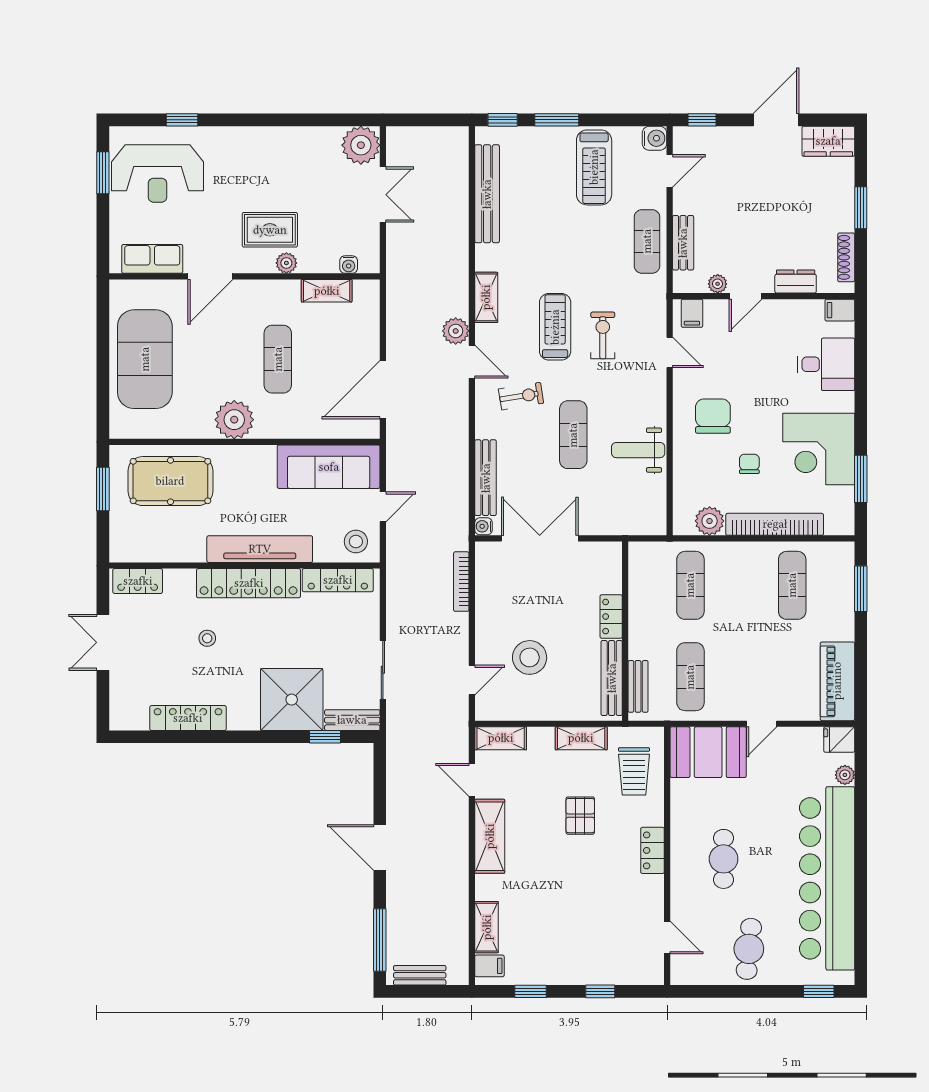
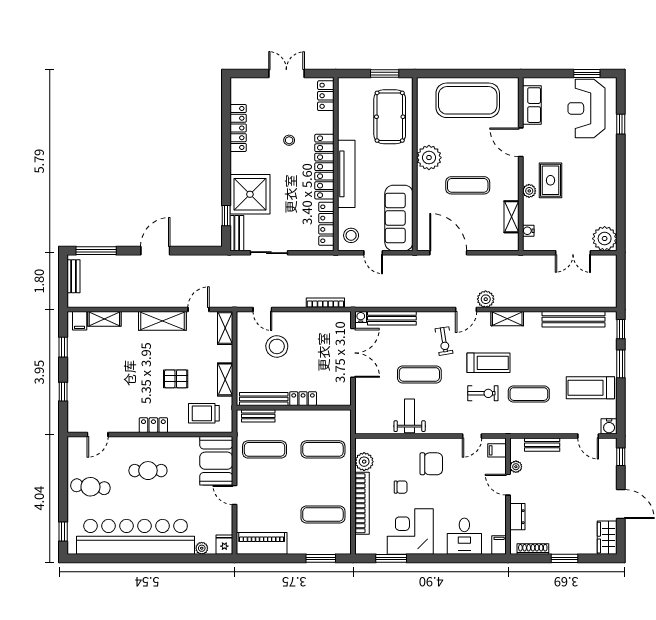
exercise mat: (647, 241) -> (529, 394), moved

